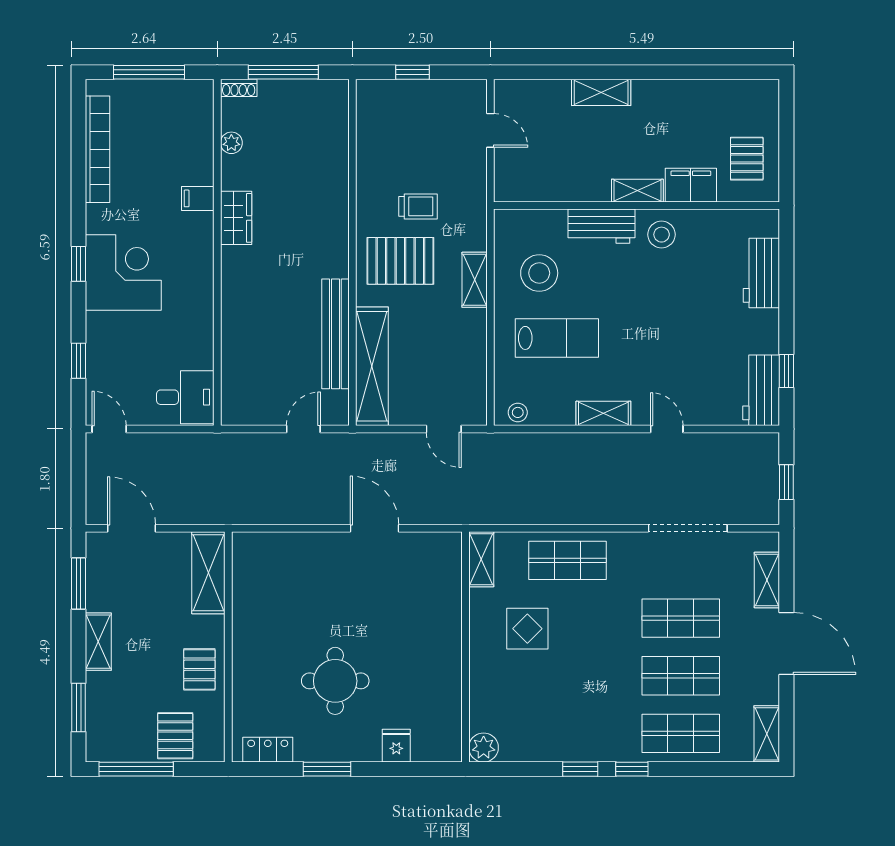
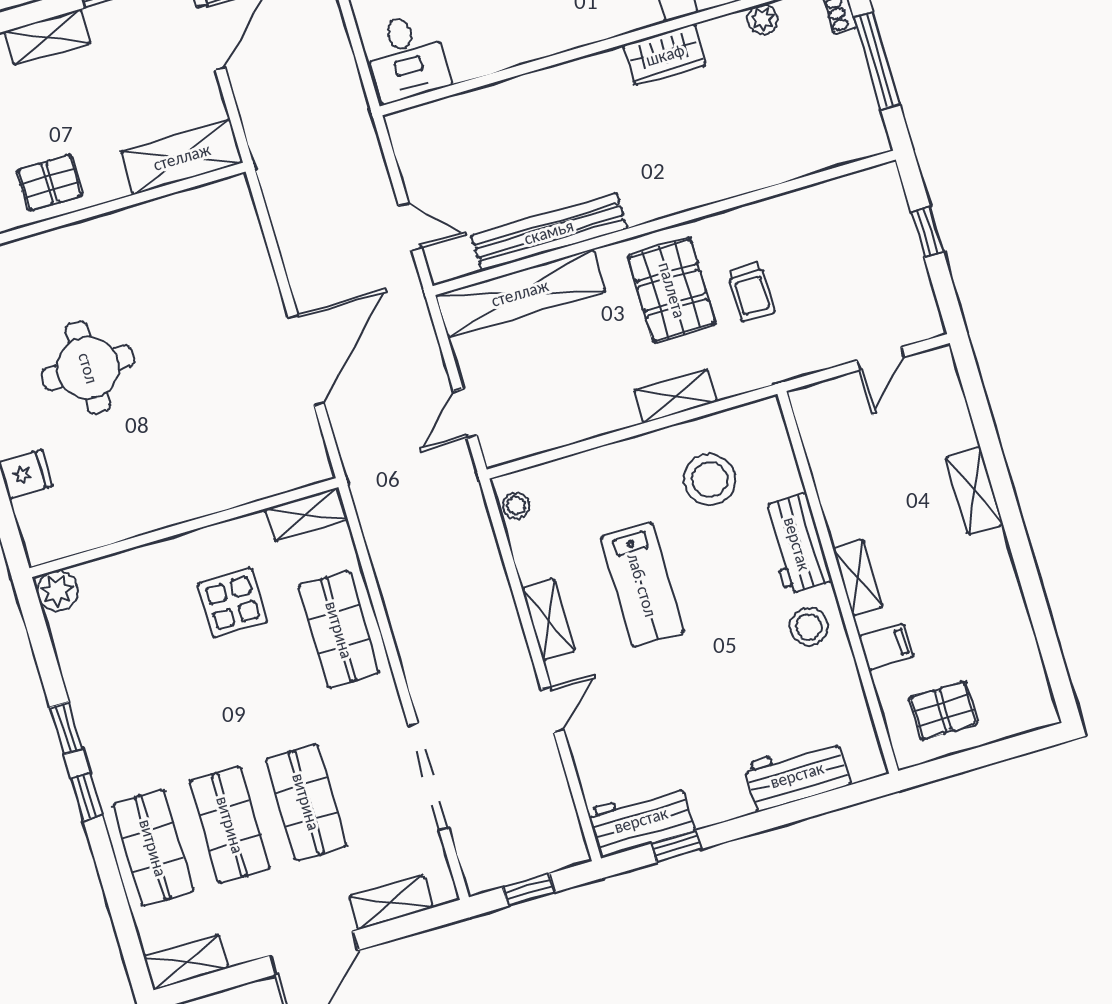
filing cabinet: (691, 185) -> (886, 647), width x0.50
lab bench: (557, 338) -> (642, 585), moved
door: (374, 528) -> (306, 360), width x1.36

